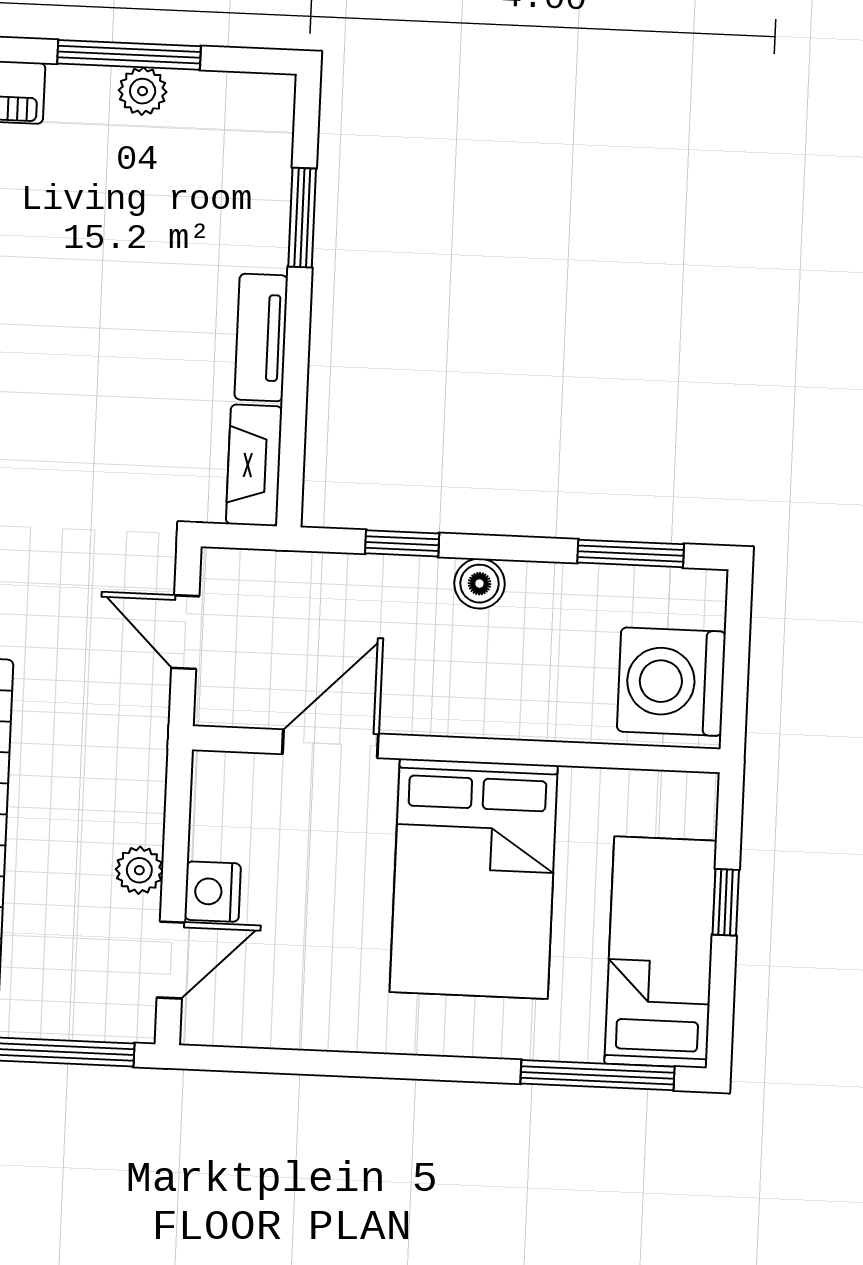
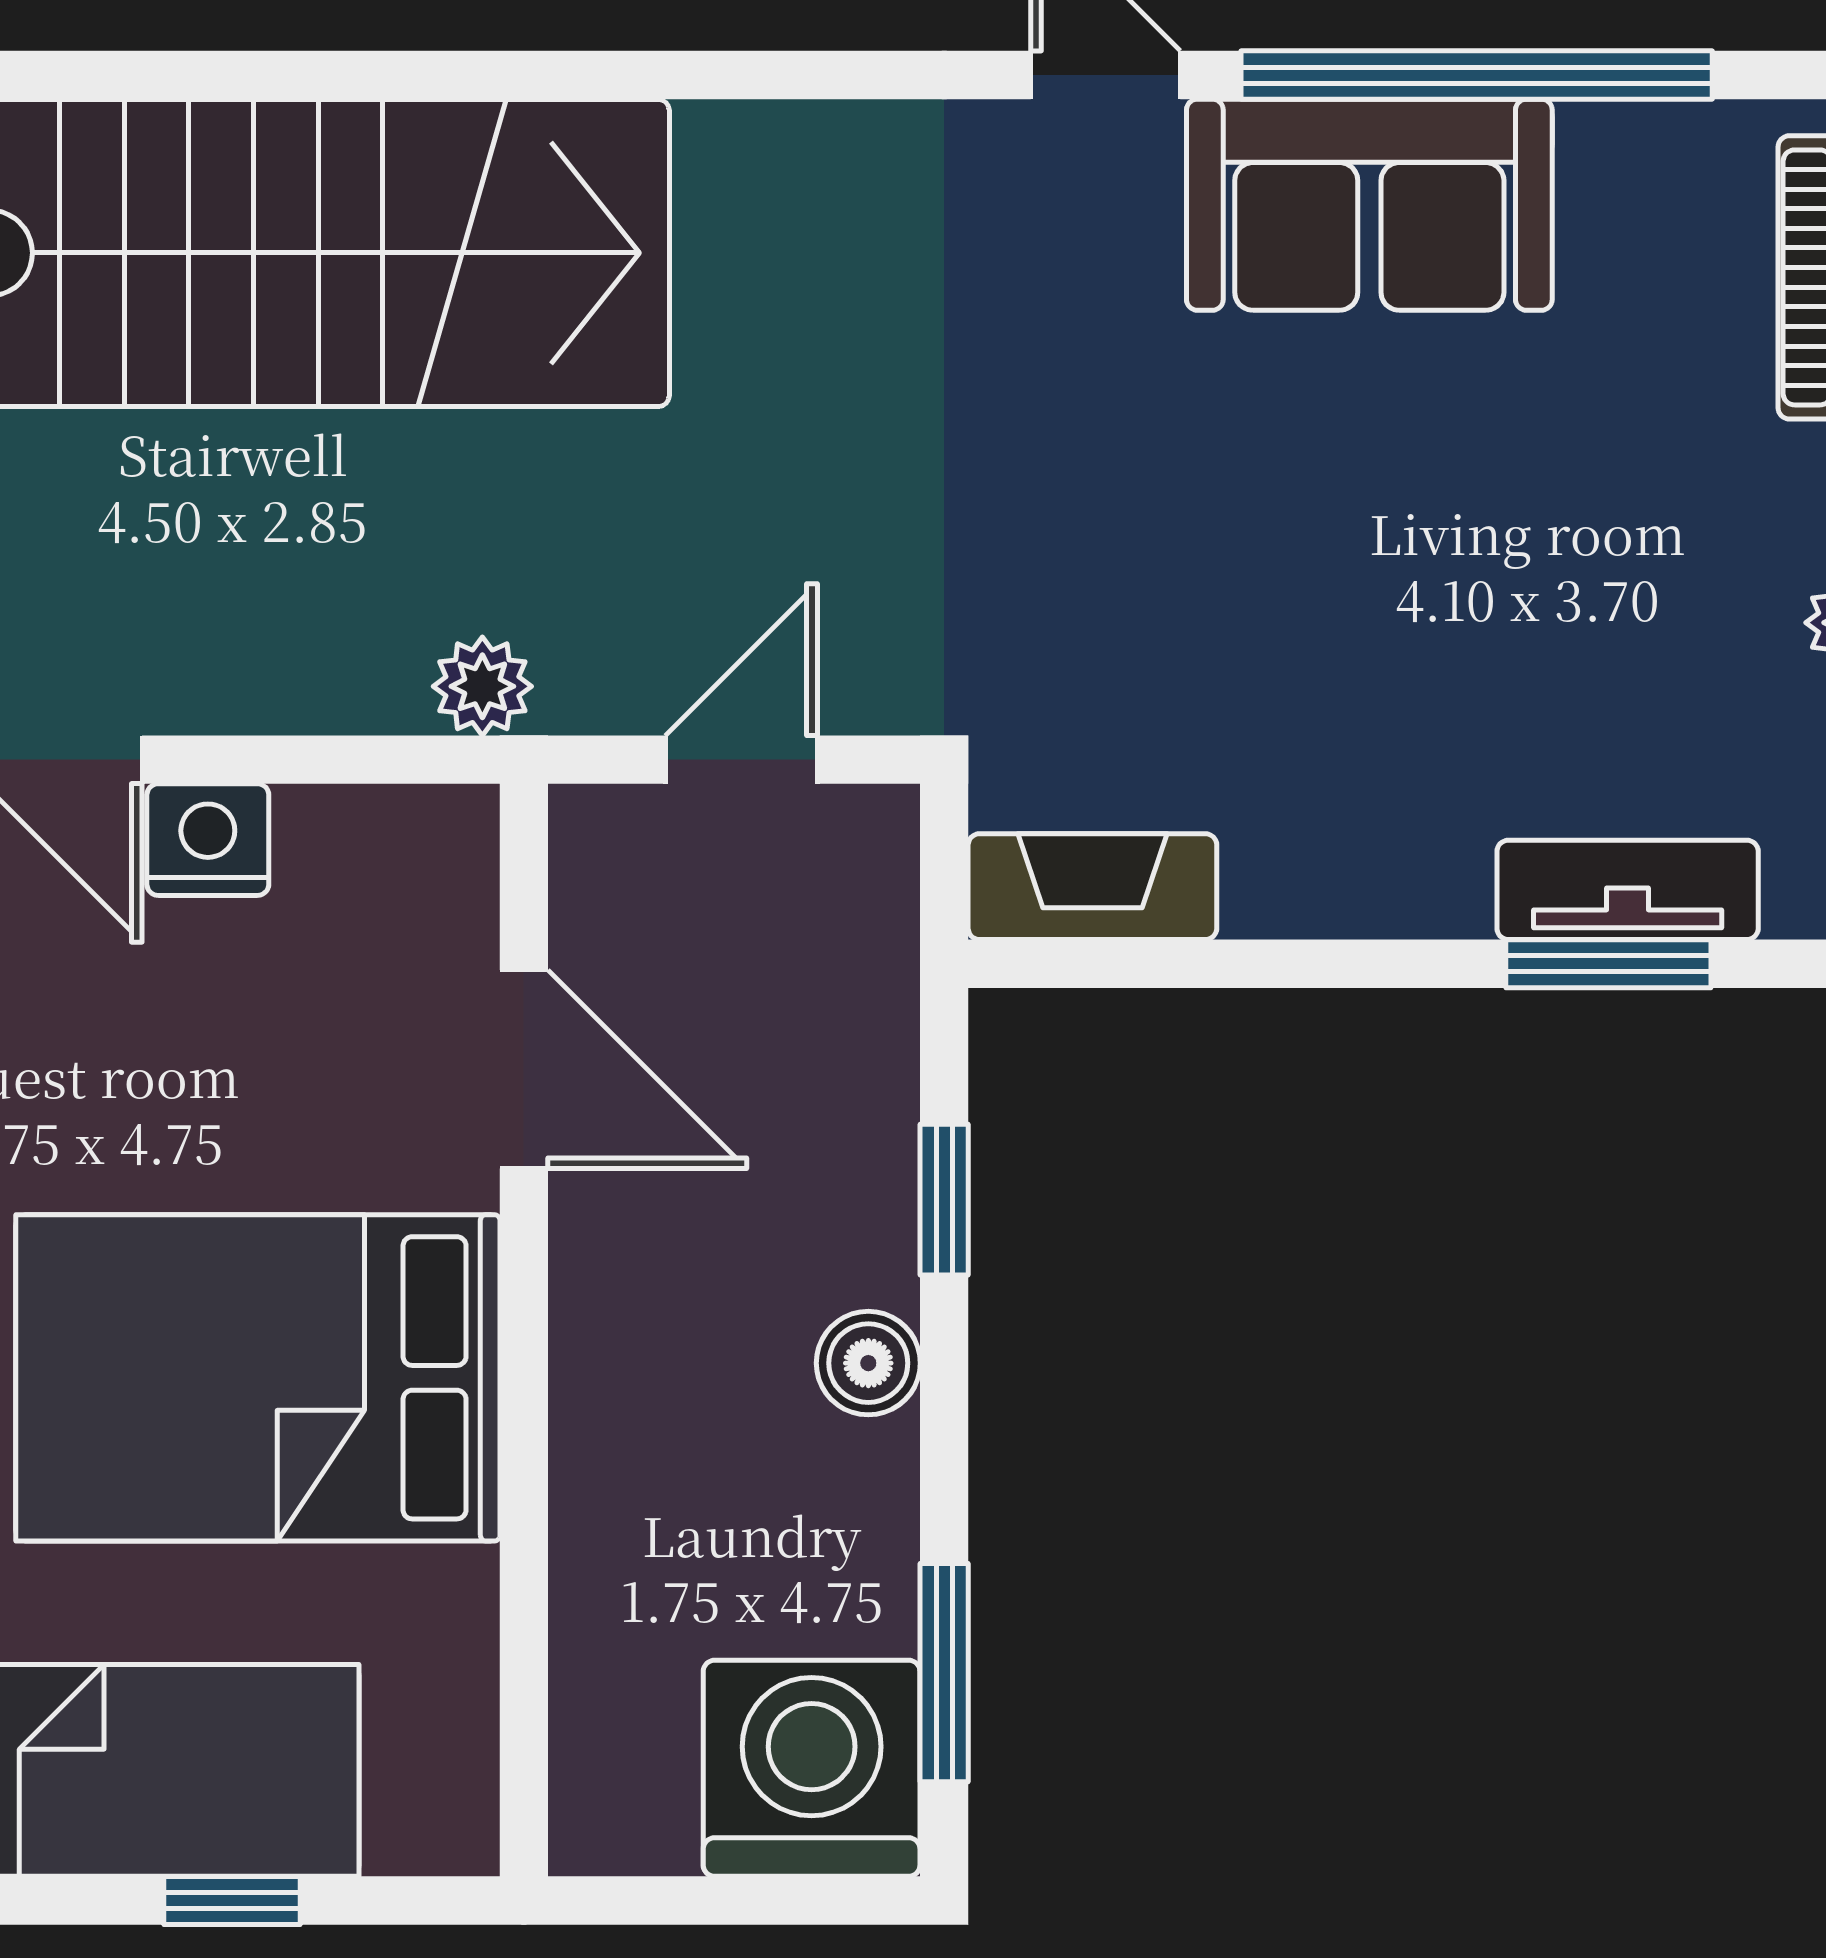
tv unit: (261, 338) -> (1628, 890), moved
washing machine: (671, 682) -> (812, 1768), moved
plant: (139, 870) -> (482, 686), moved

